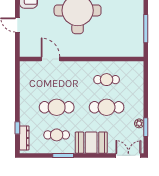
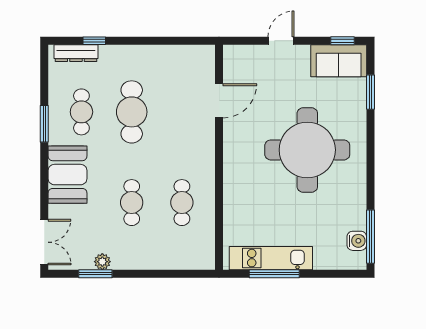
kitchen unit: (137, 31) -> (271, 258), added
cafe table: (107, 107) -> (132, 203), width x0.73, depth x0.74

